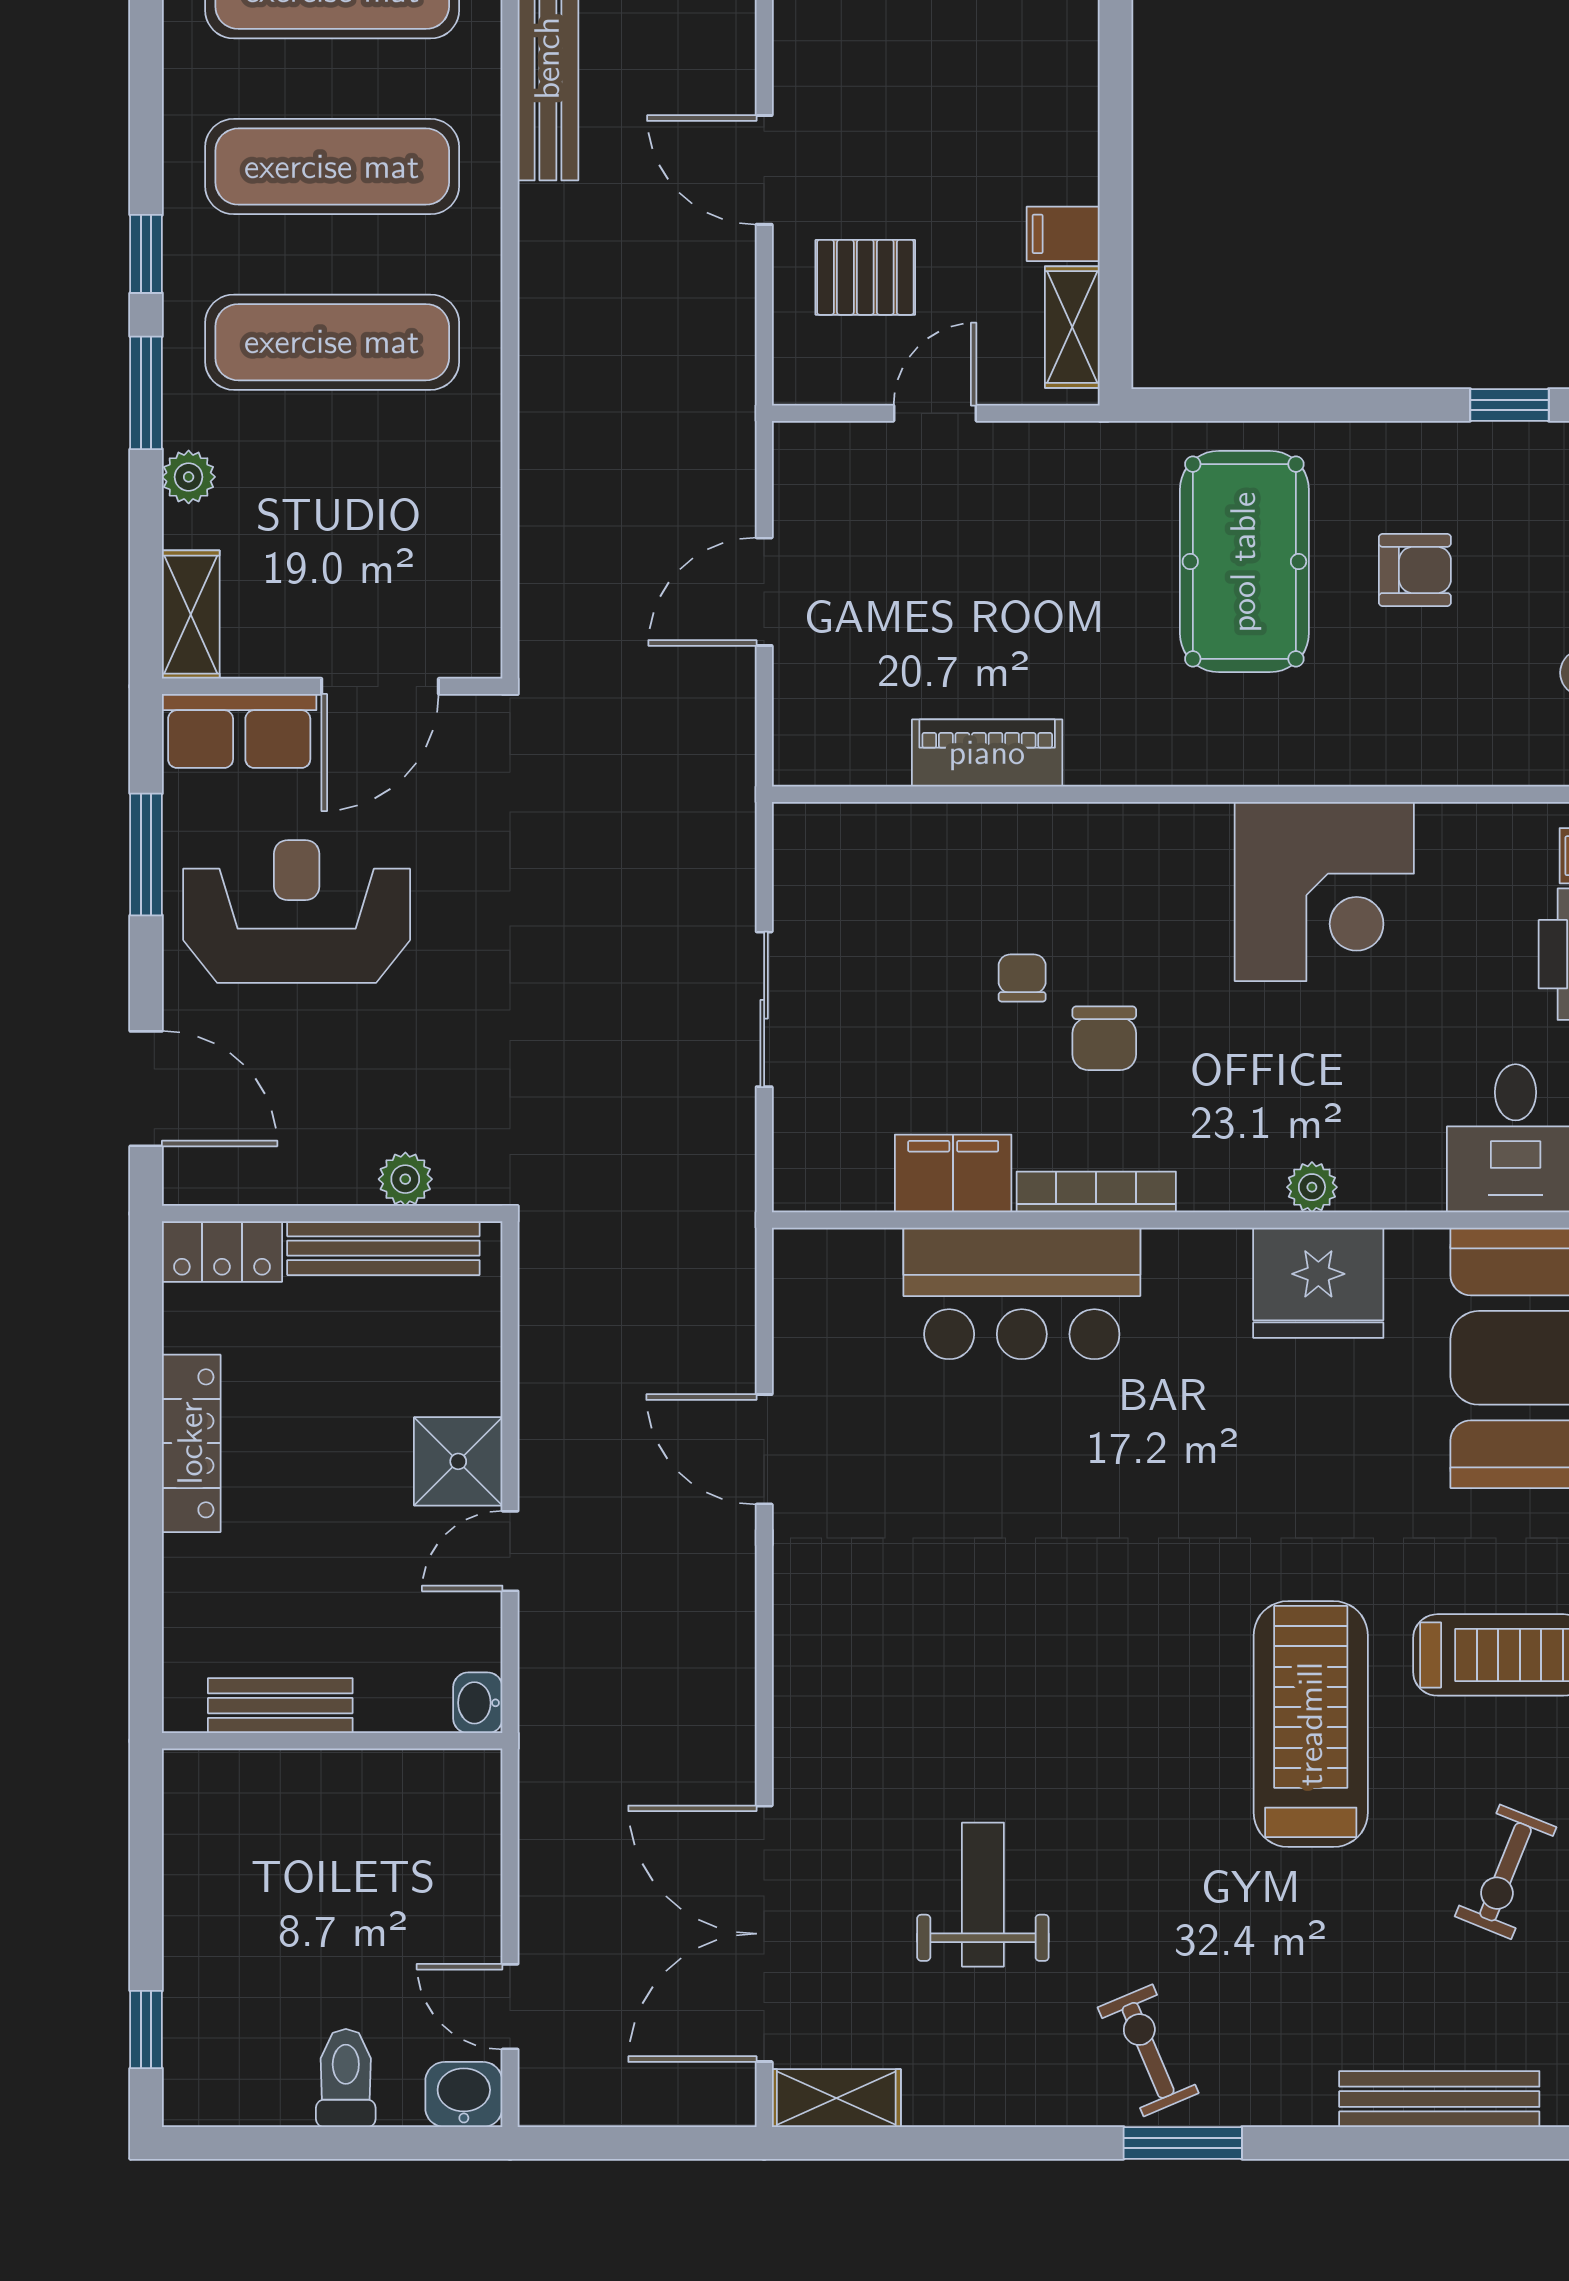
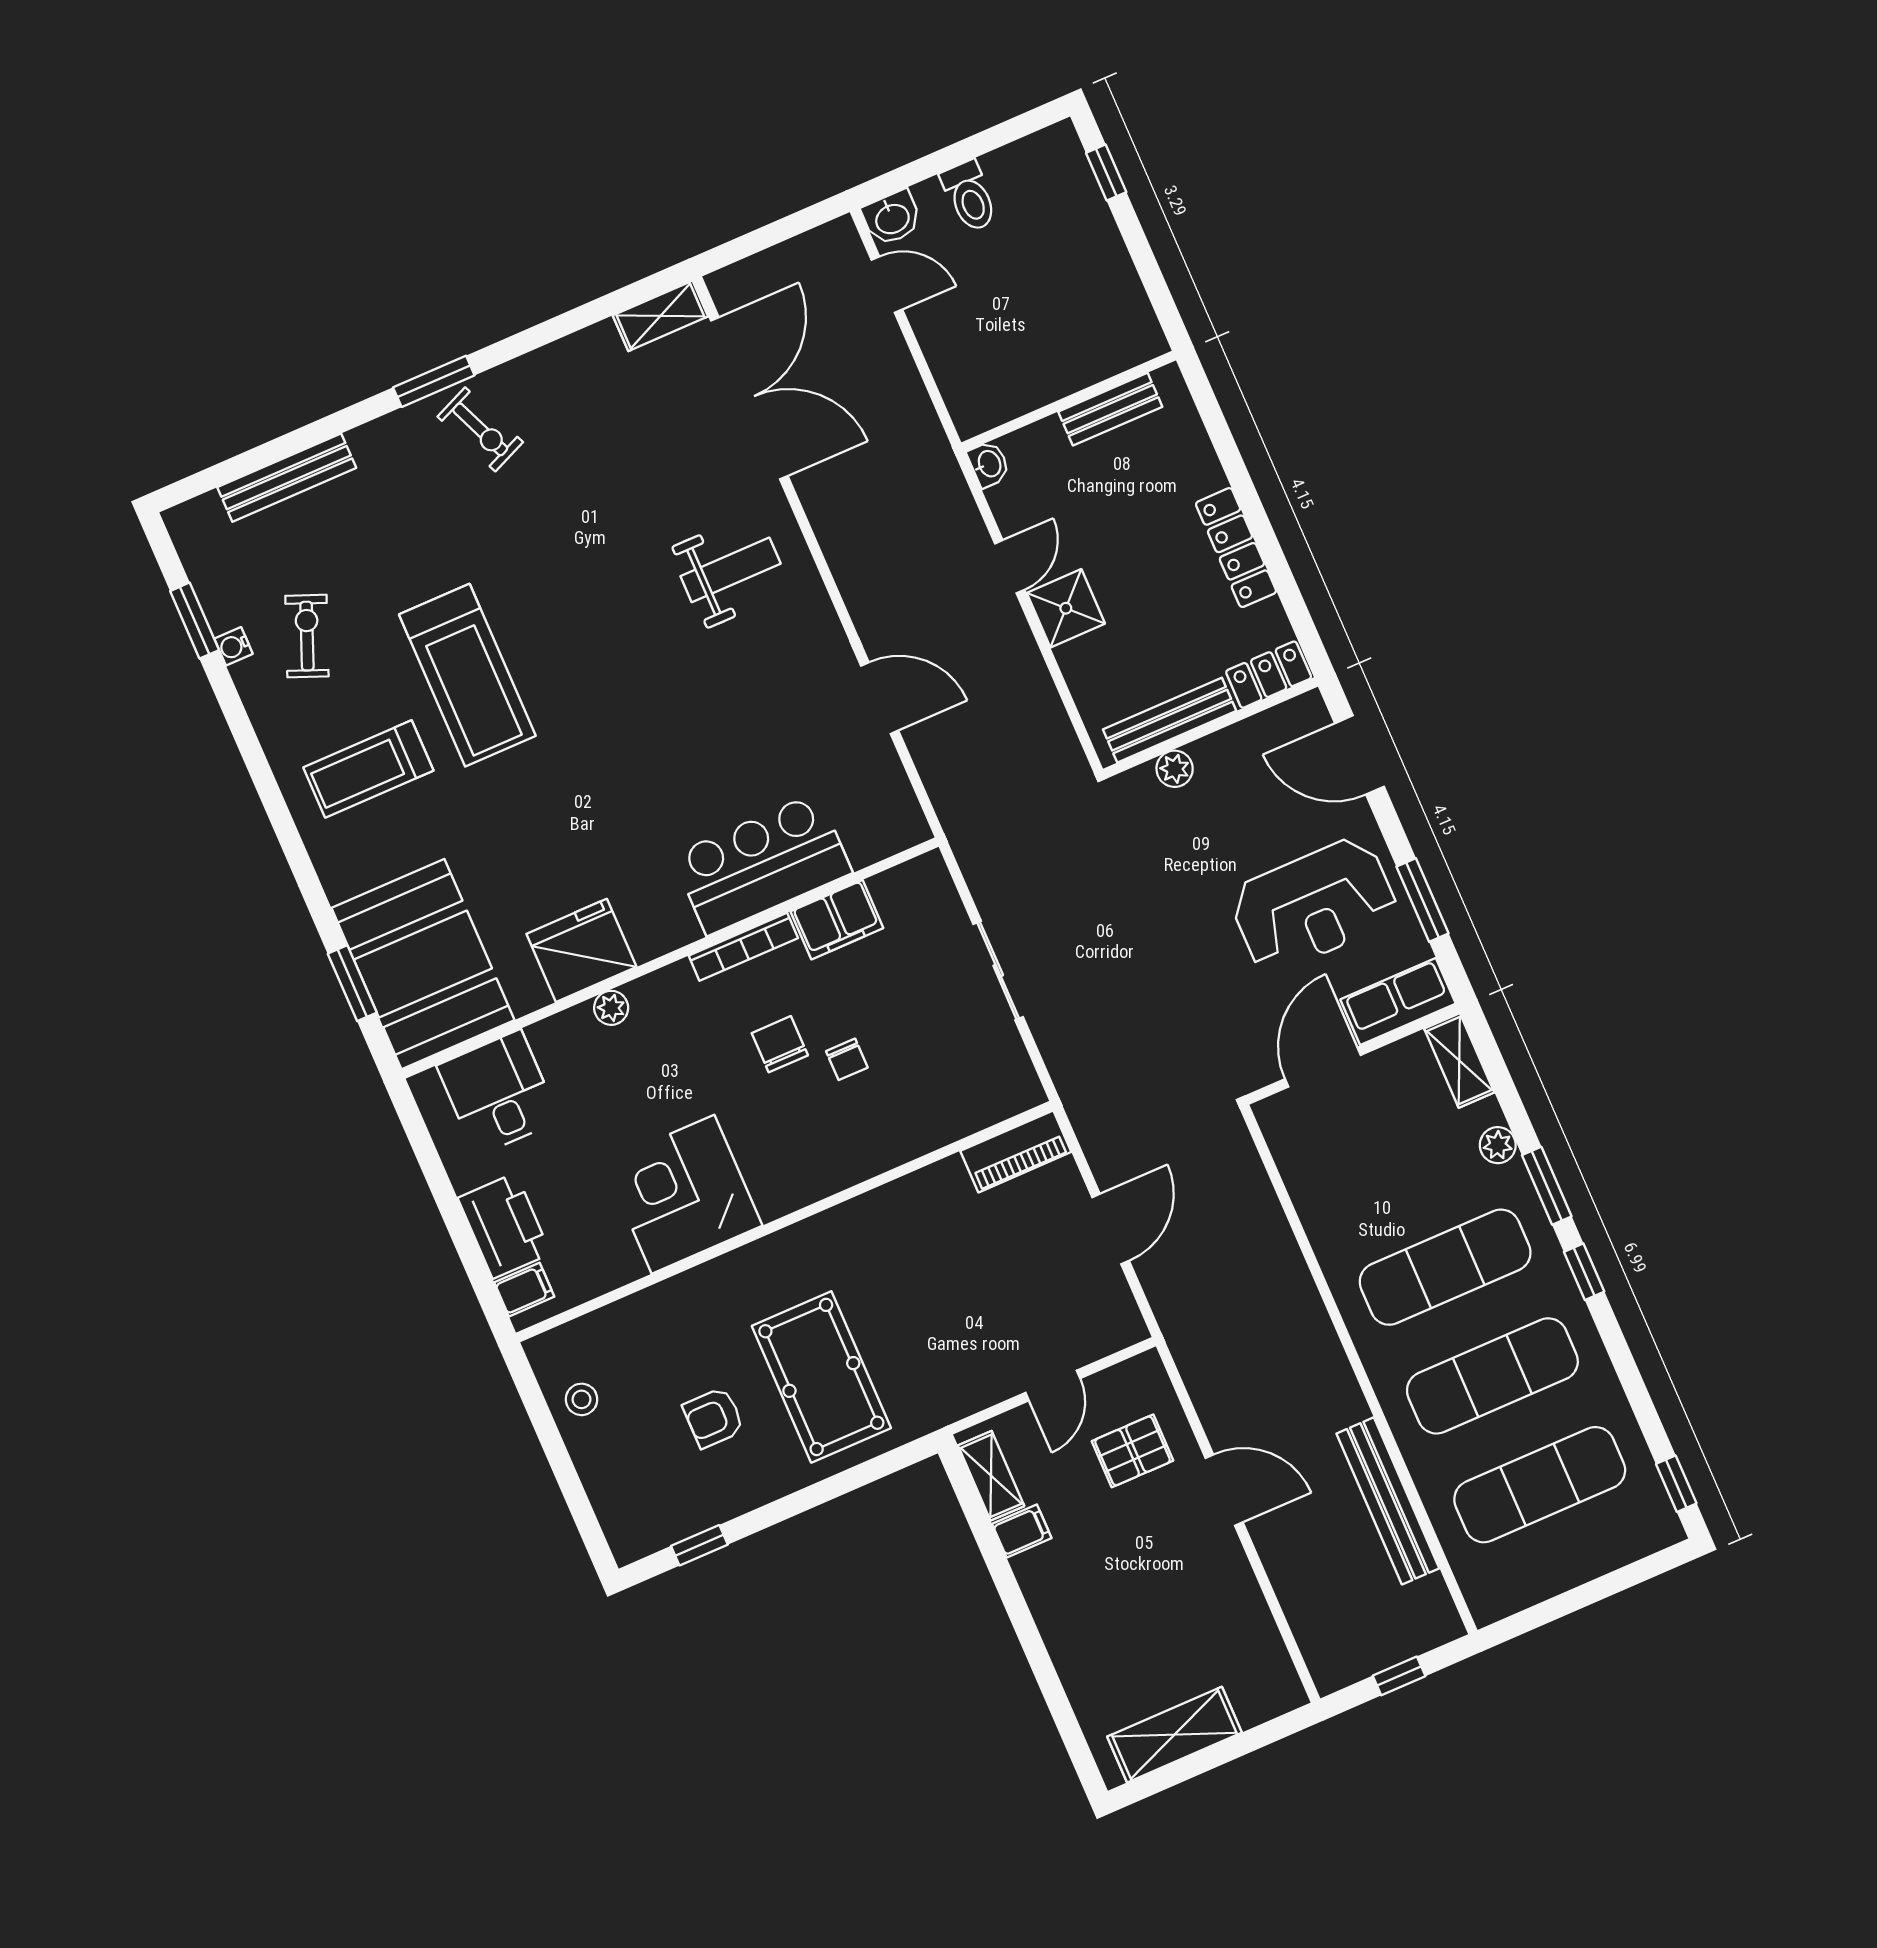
piano: (987, 753) -> (1016, 1151), moved
weight bench: (983, 1895) -> (731, 570), moved, turned -90

